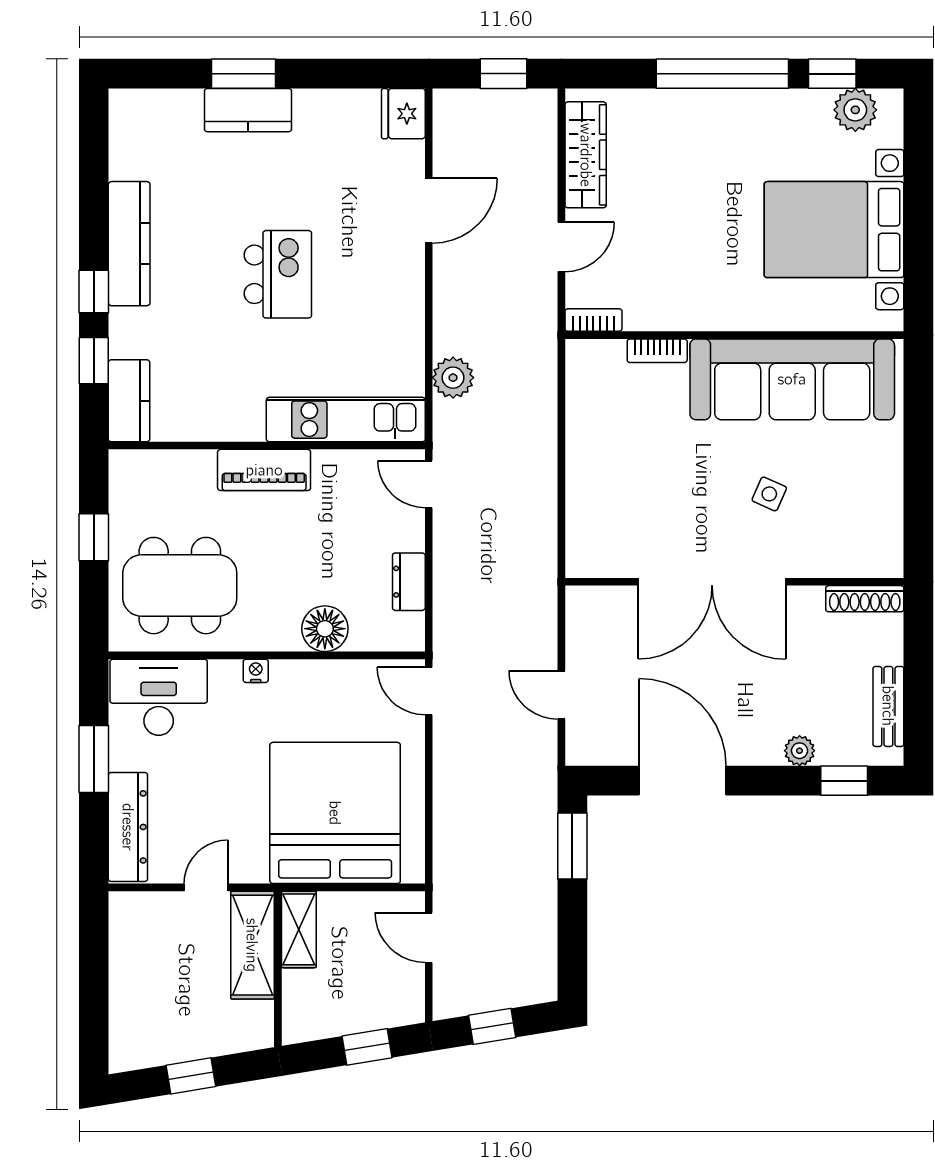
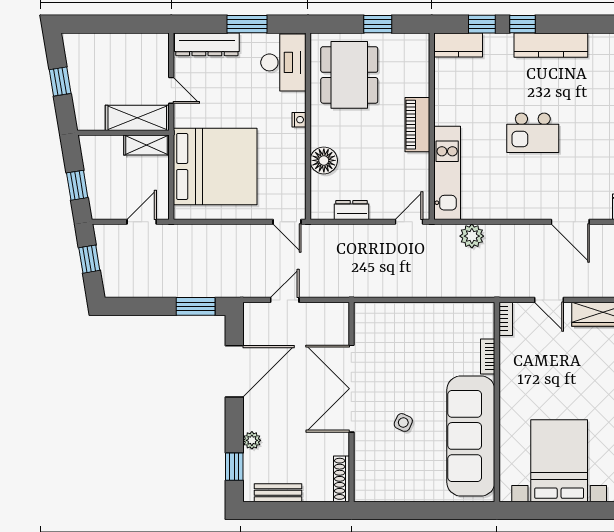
door: (429, 691) -> (287, 222), swing flipped

